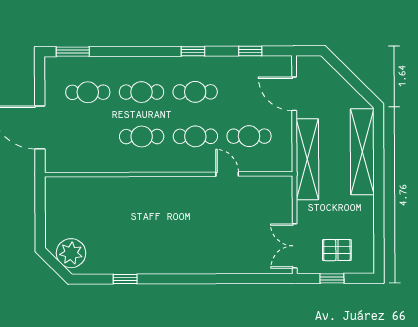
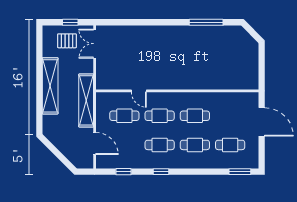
shelving: (362, 152) -> (50, 86), moved
double door: (295, 246) -> (95, 44), swing flipped
plant: (71, 253) -> (241, 39), removed
window: (125, 279) -> (206, 22), width x2.17

